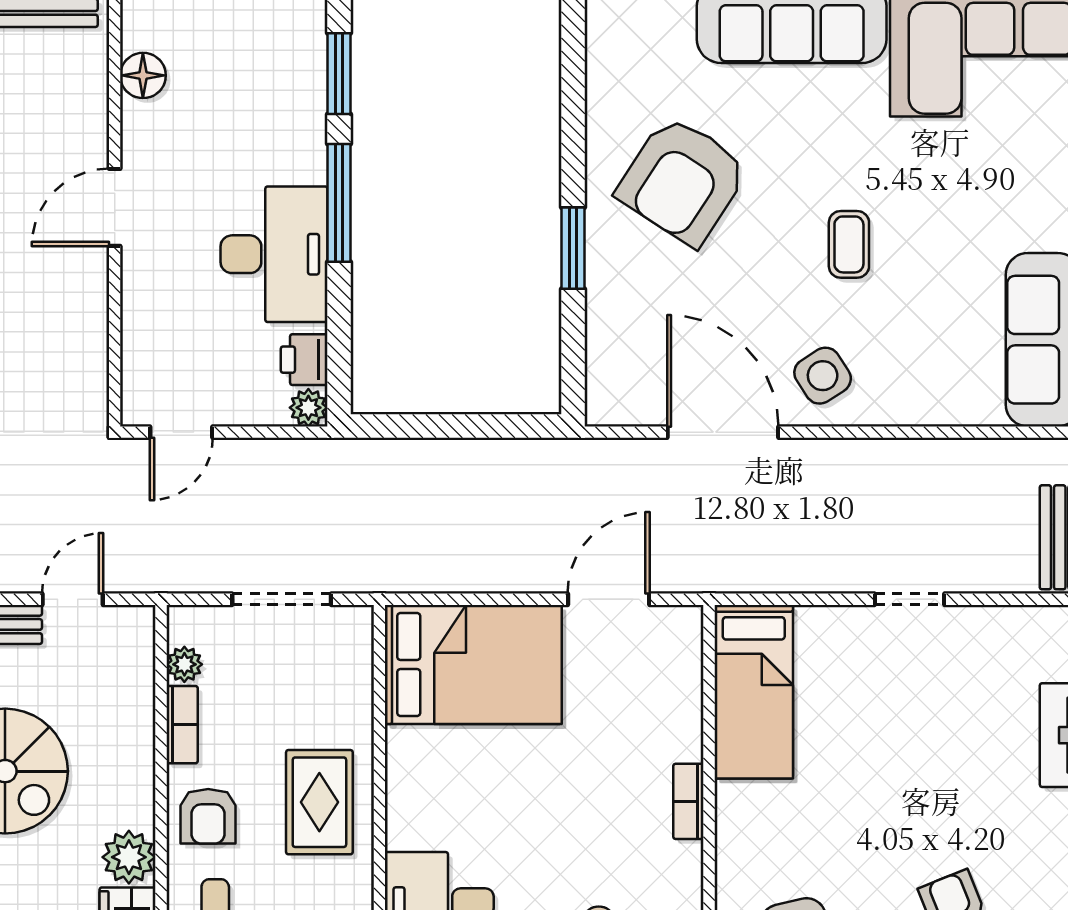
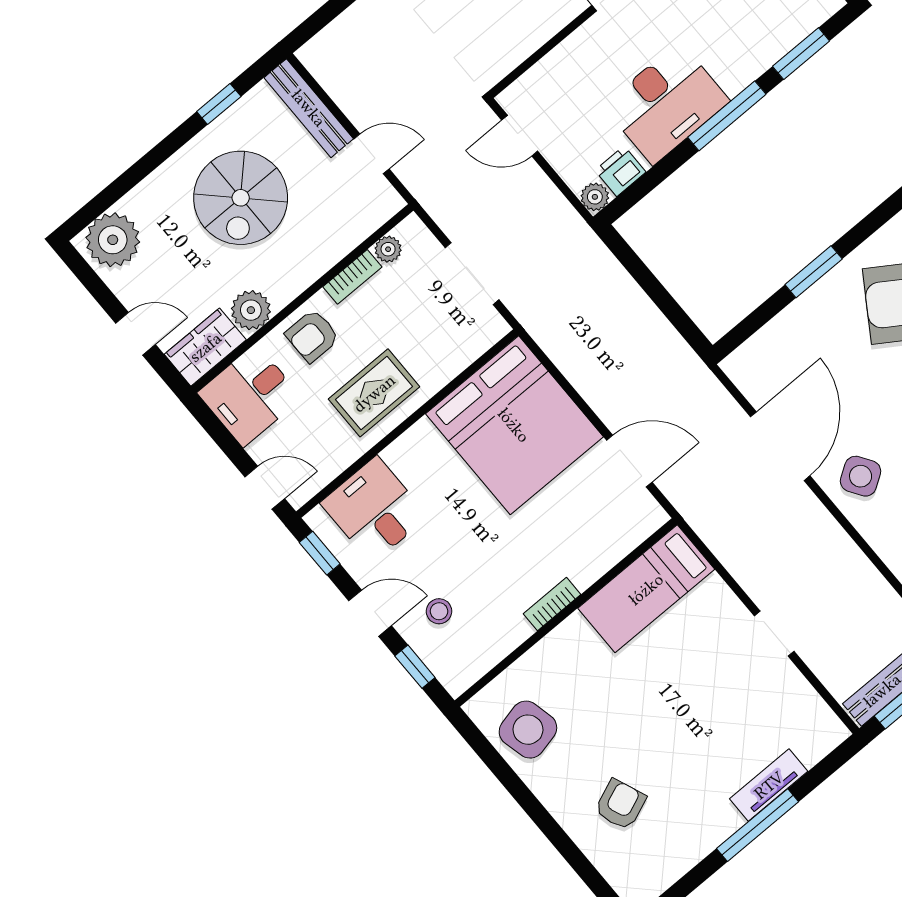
bed: (473, 665) -> (514, 425), width x1.36

